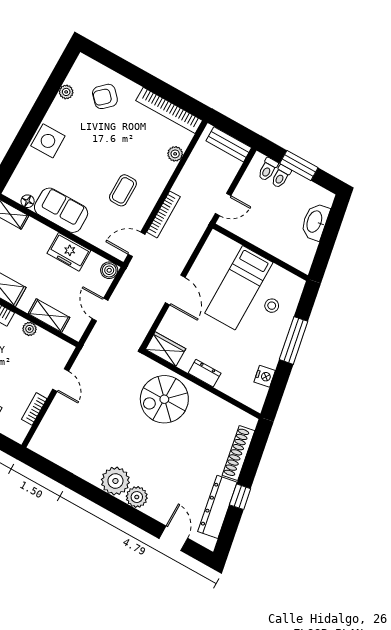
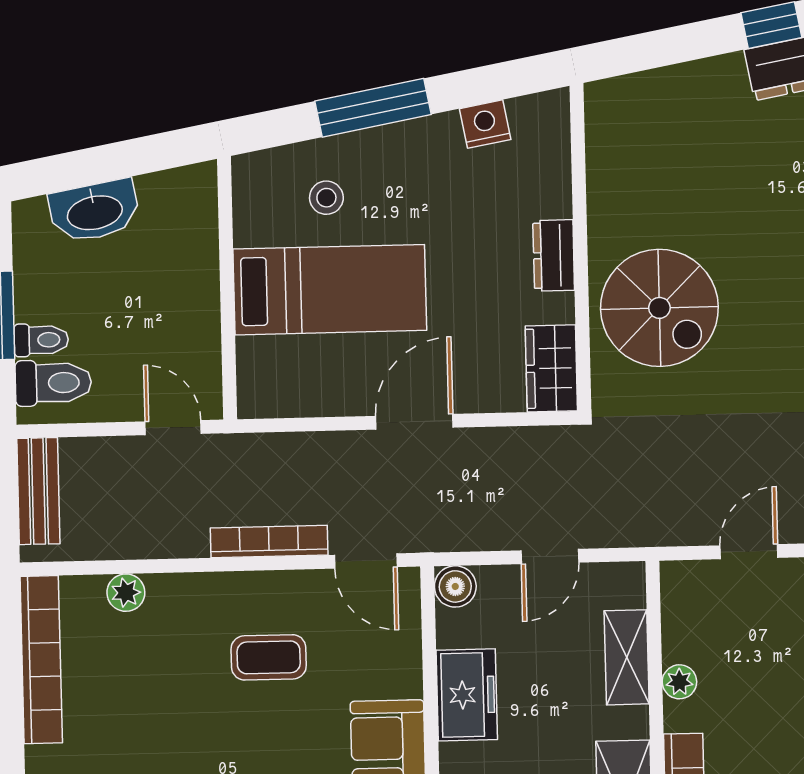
toilet: (268, 169) -> (53, 383), width x1.37, depth x1.39
shoe rack: (238, 453) -> (680, 83), removed

